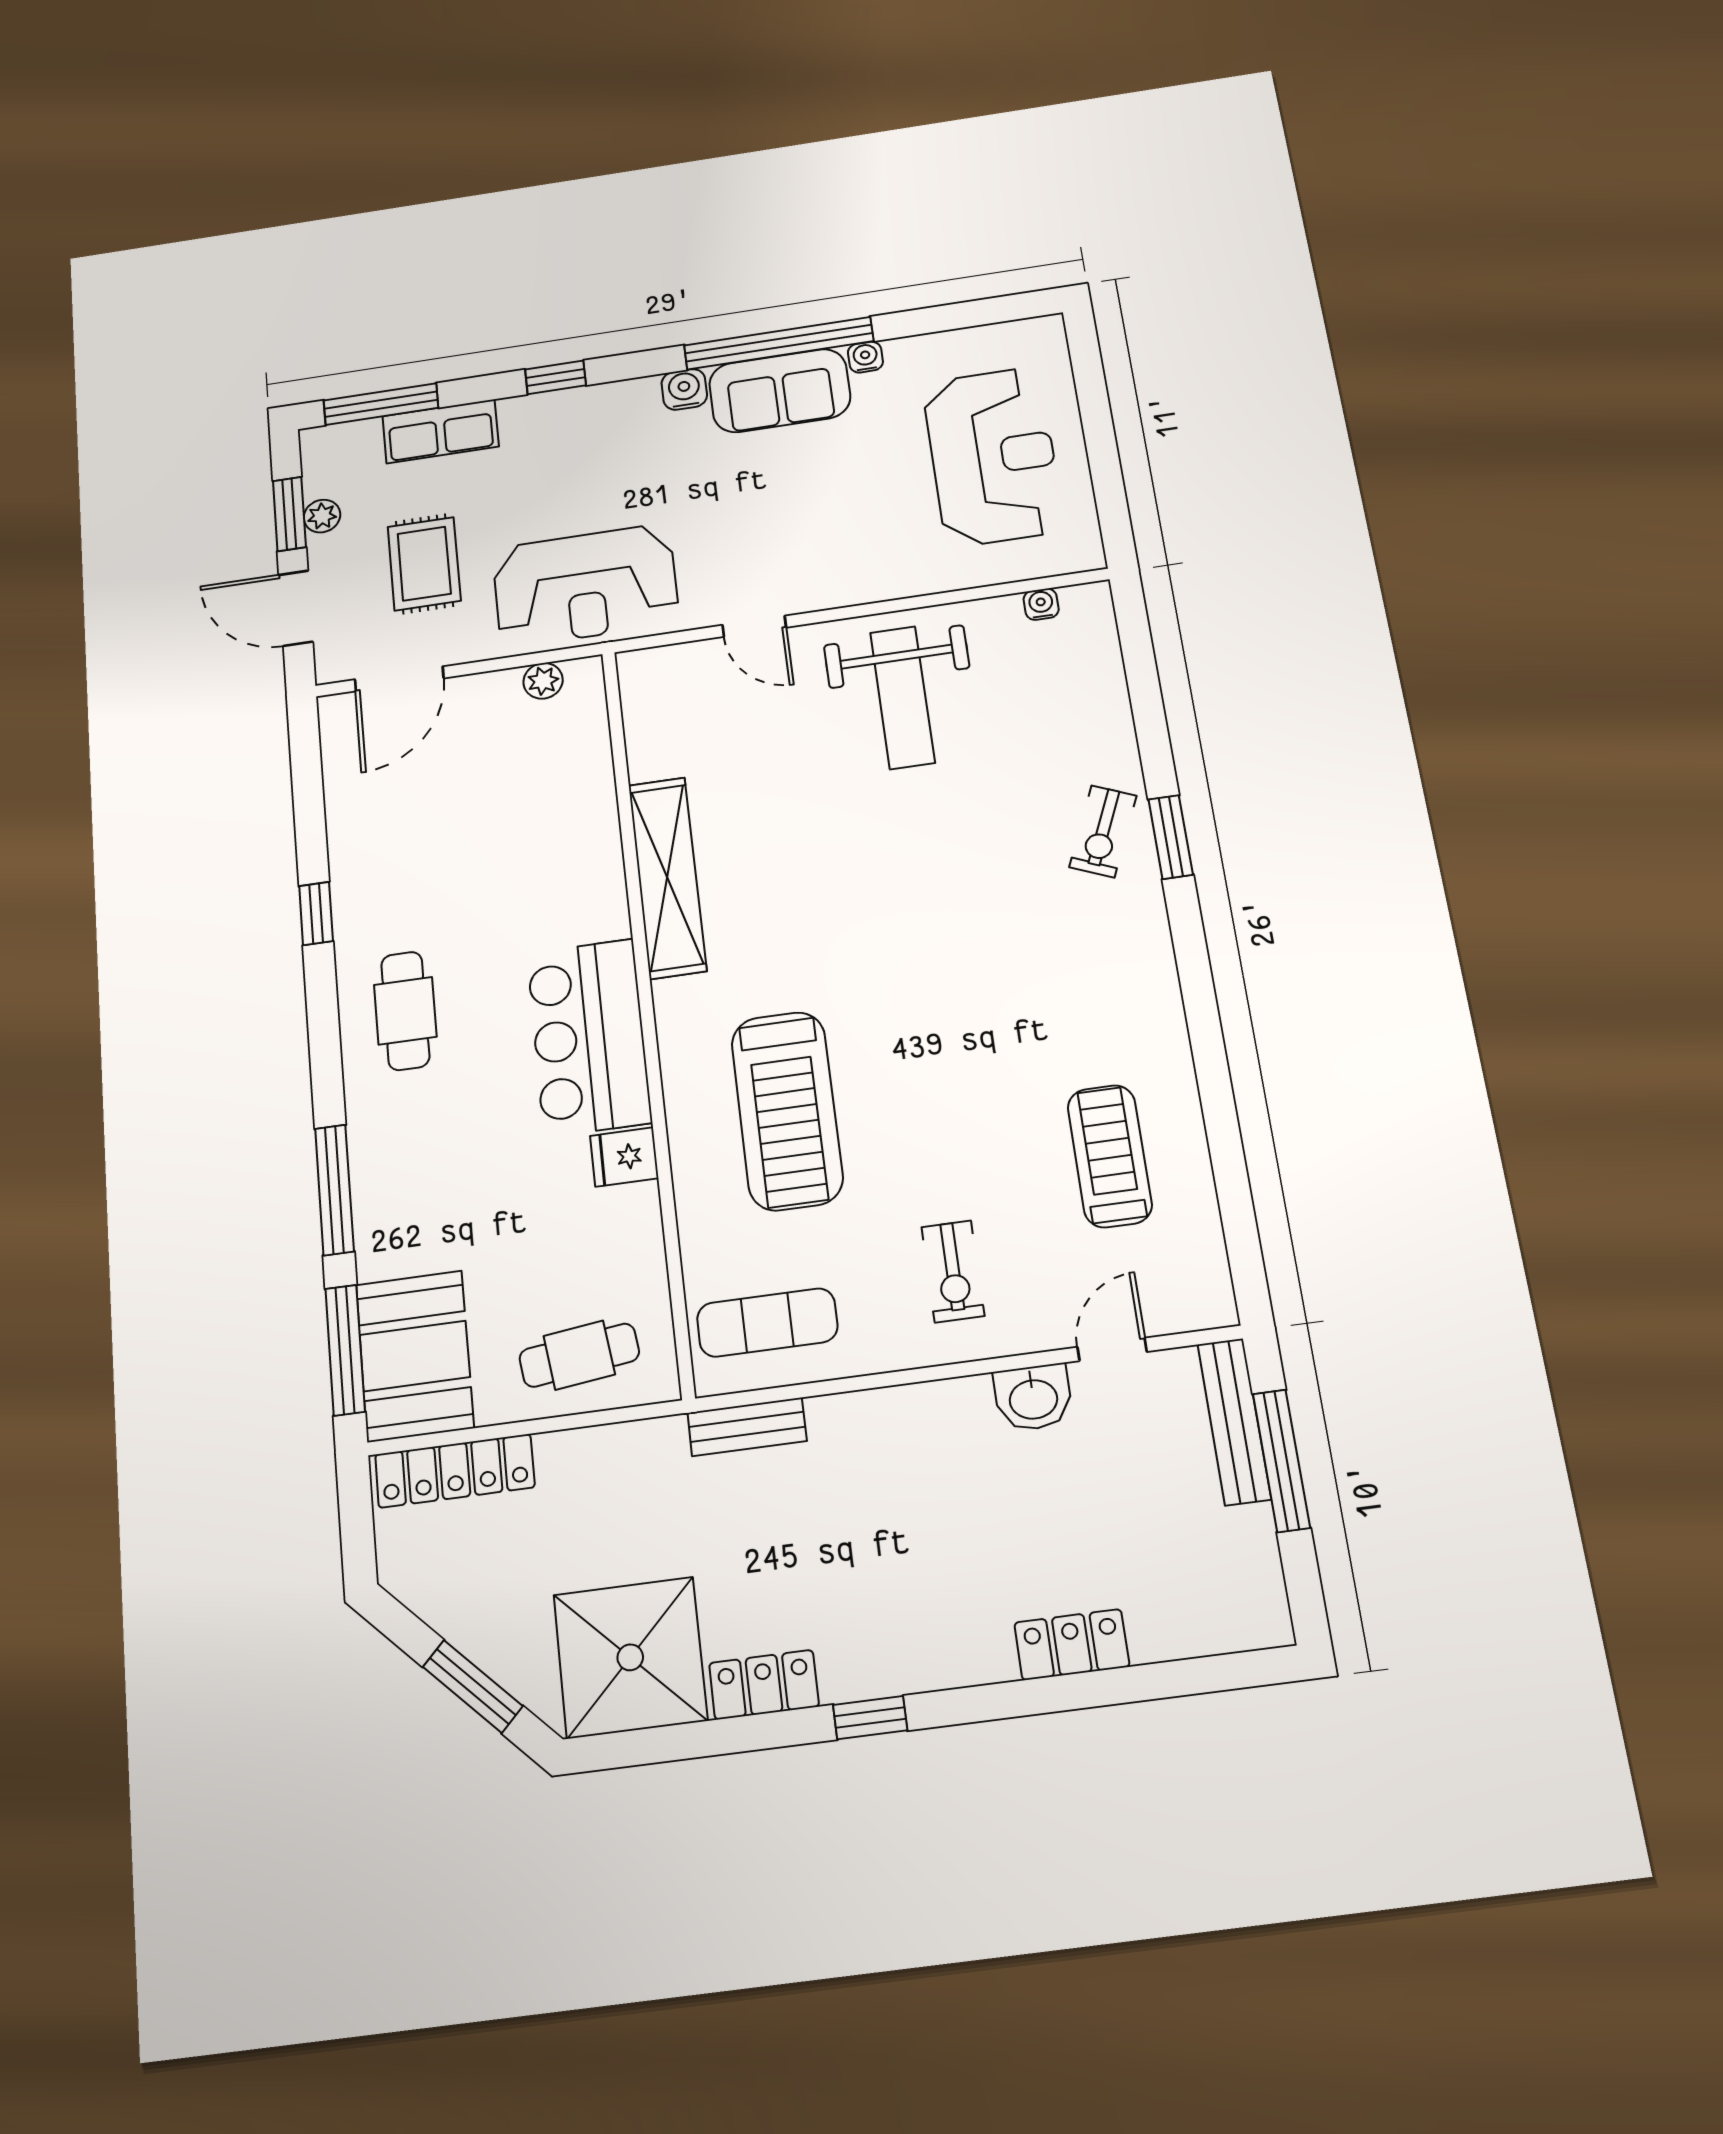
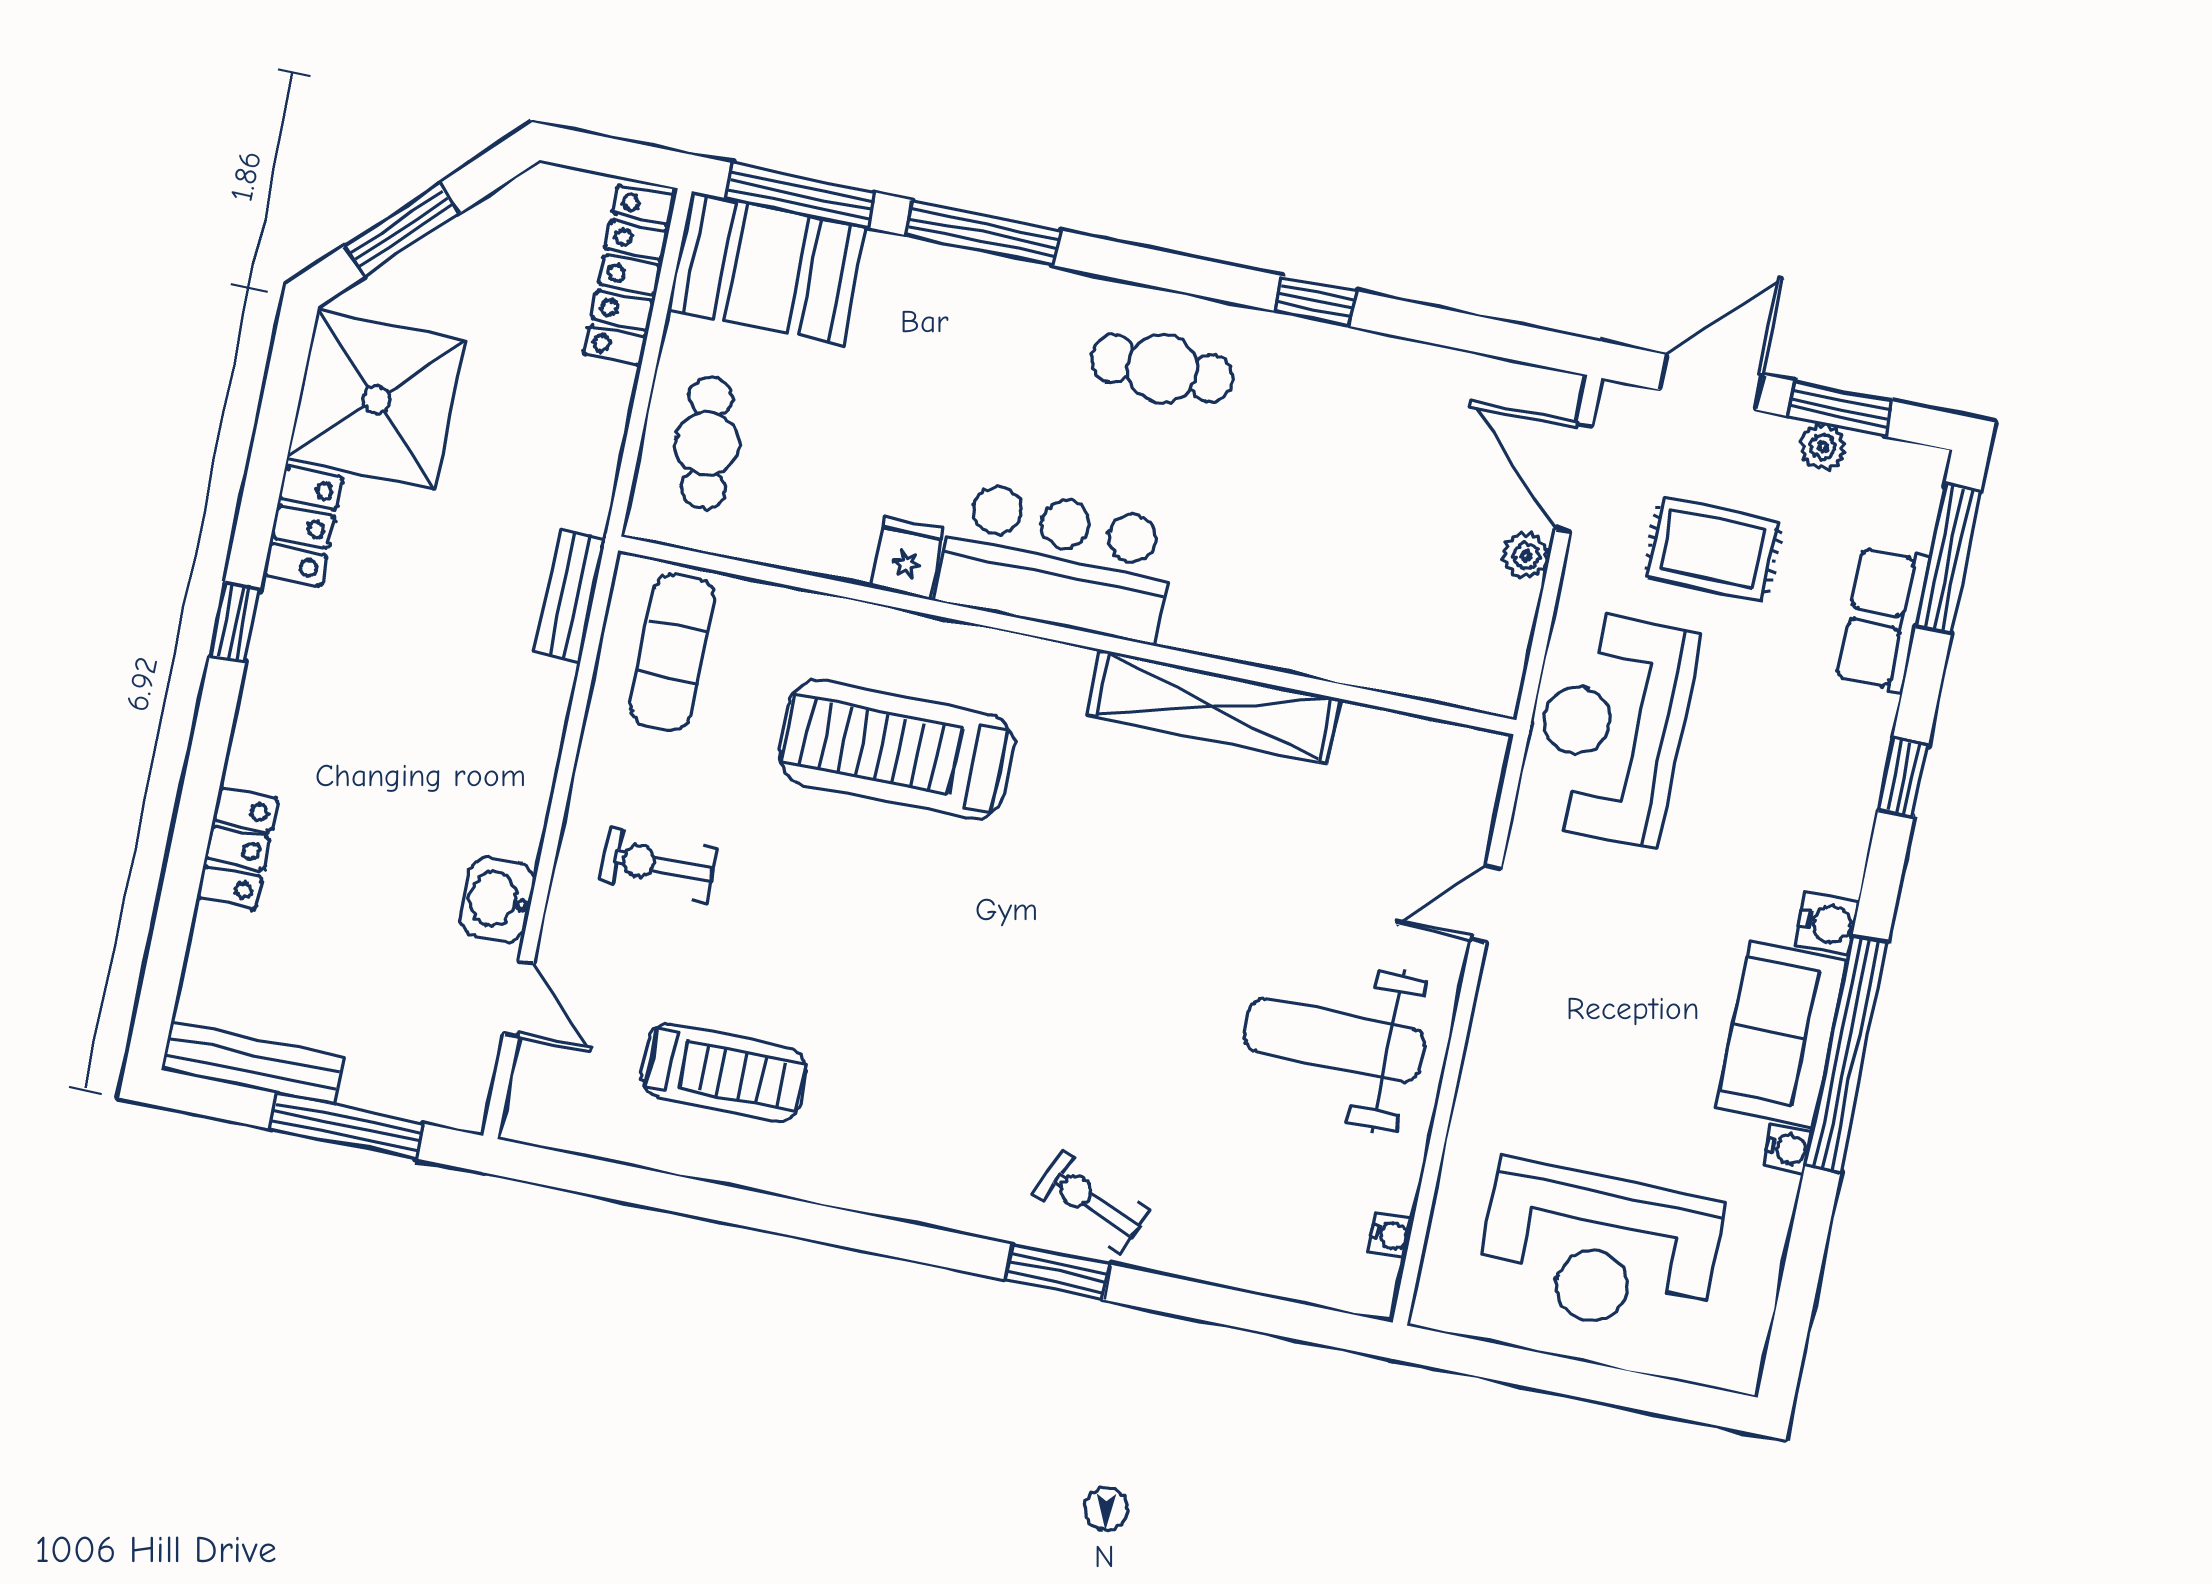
plant: (543, 681) -> (1526, 555), moved
bench: (1234, 1421) -> (252, 1063), moved

